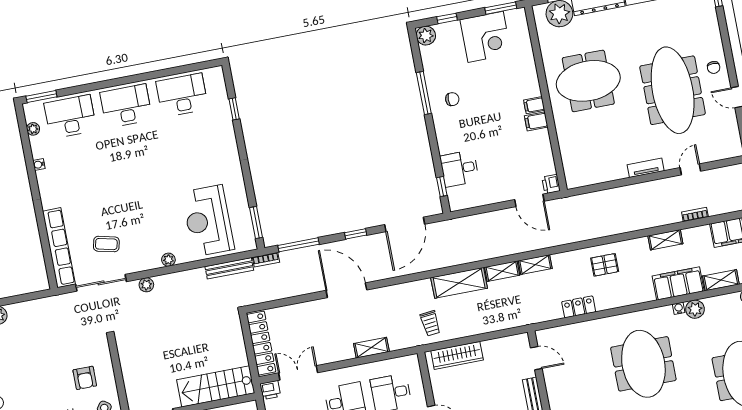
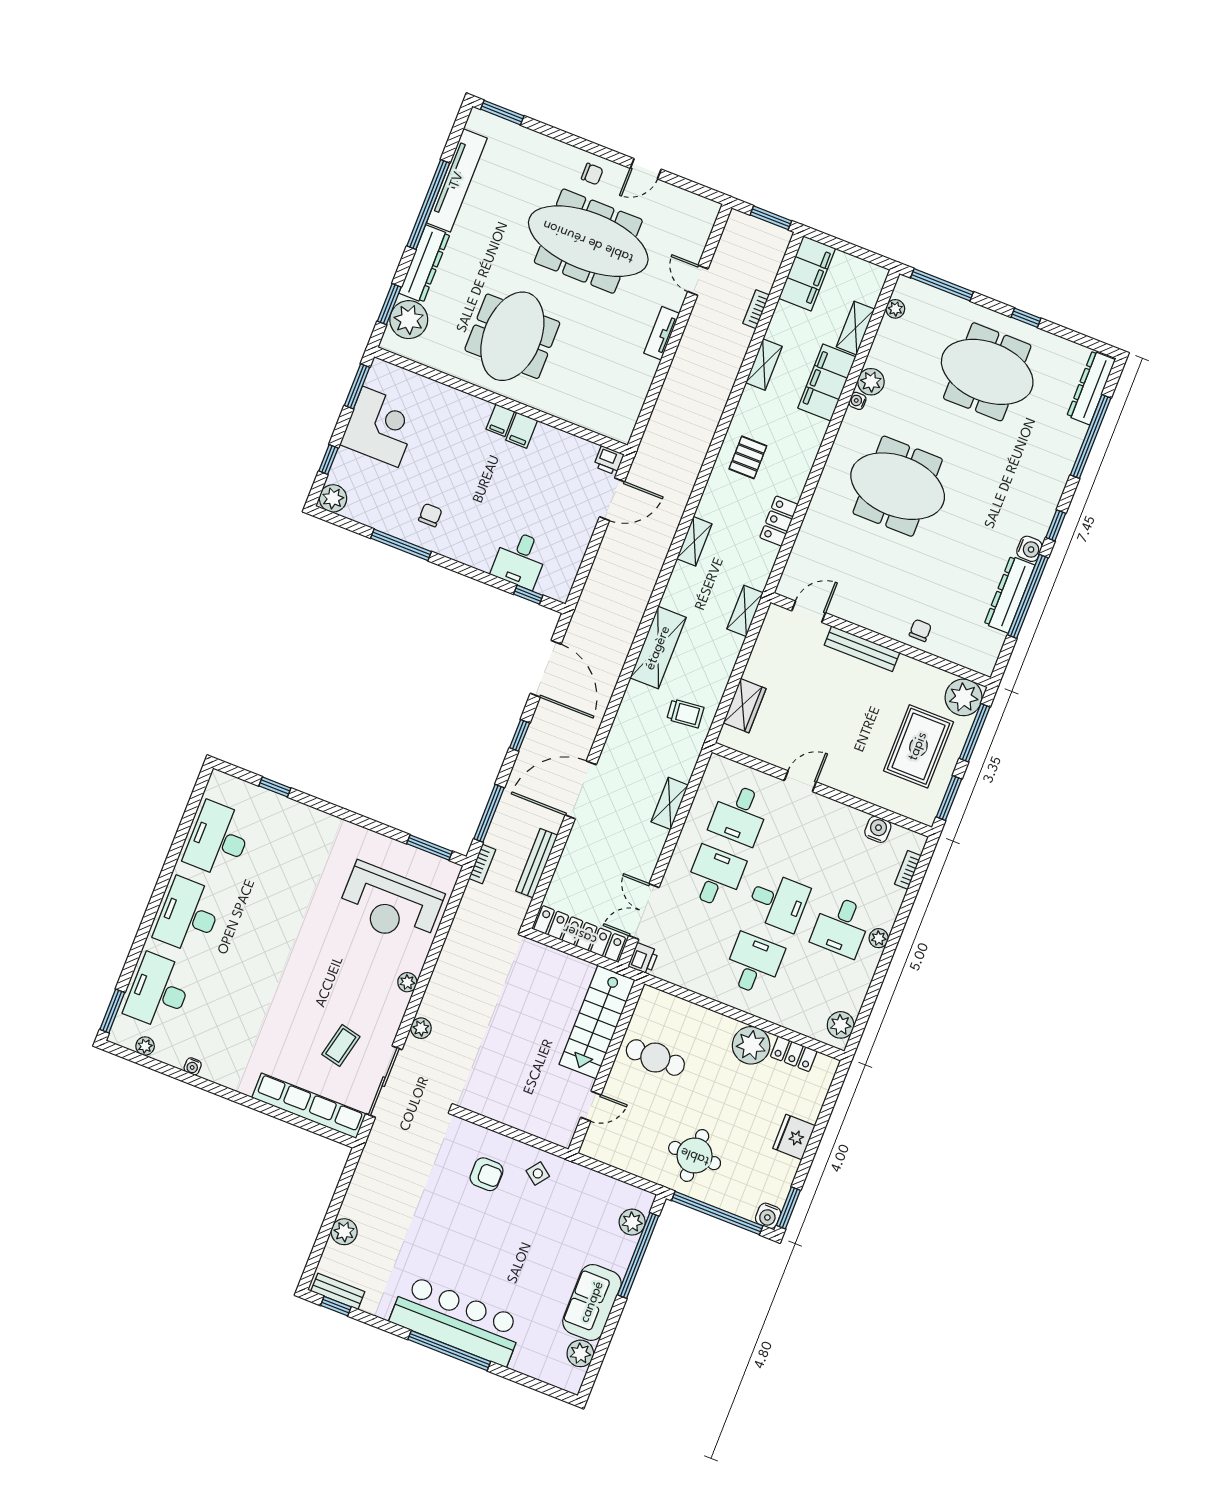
bench: (229, 268) -> (537, 863), moved
shelving: (502, 271) -> (745, 611), moved
wardrobe: (457, 355) -> (745, 706), width x0.67

